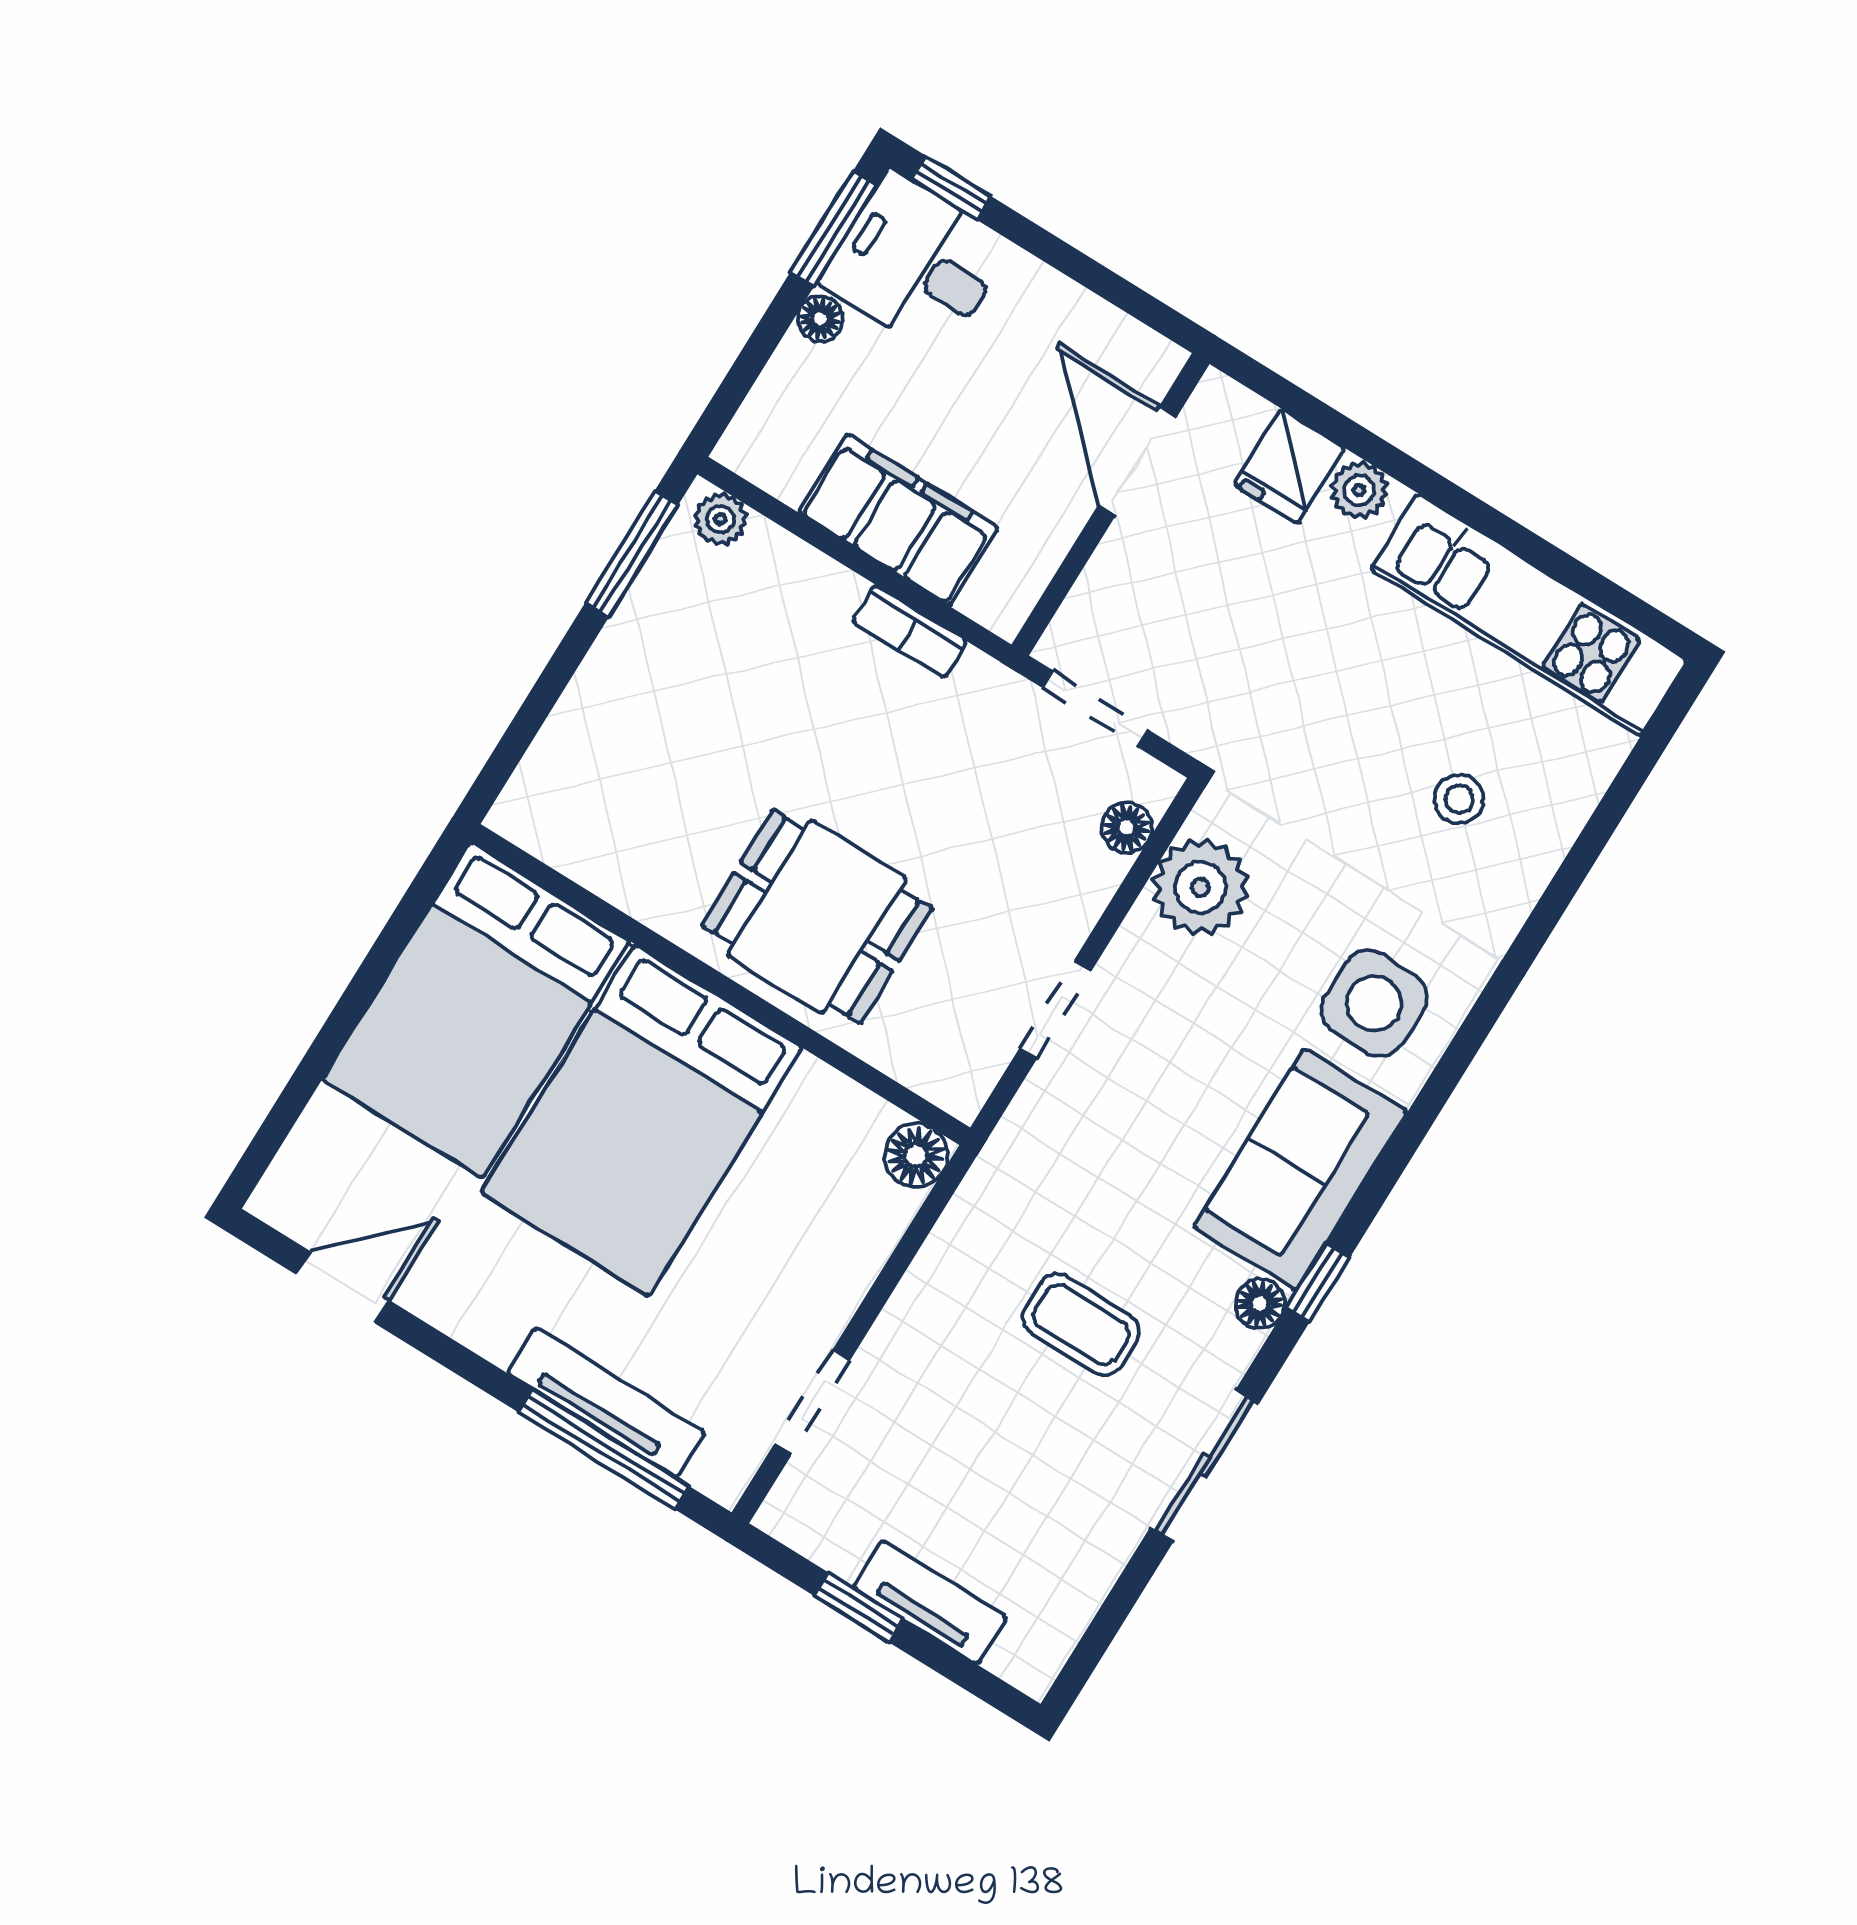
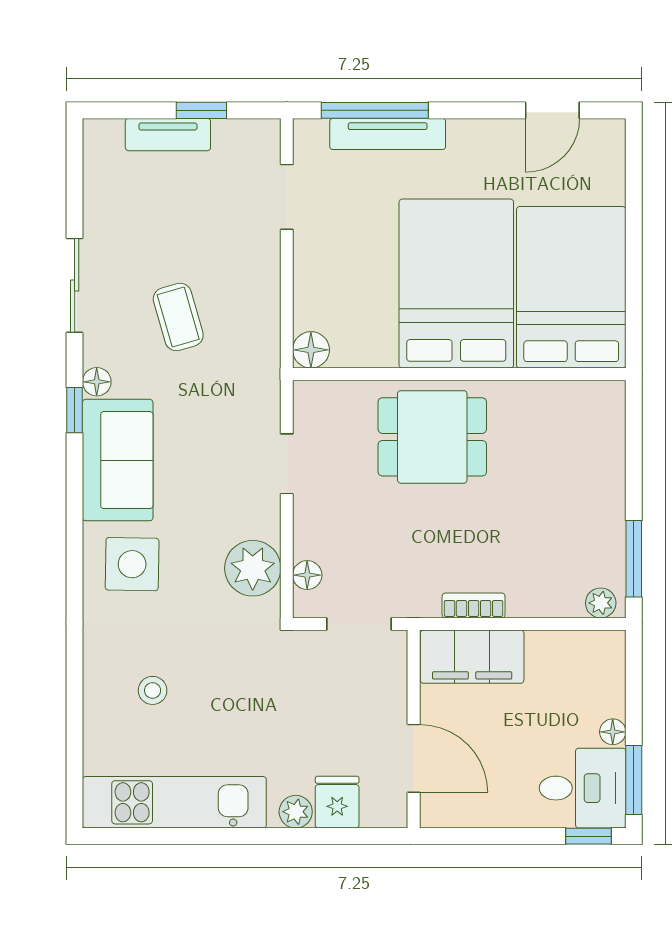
filing cabinet: (898, 520) -> (472, 657), moved
coffee table: (1081, 1325) -> (178, 317), turned 74

